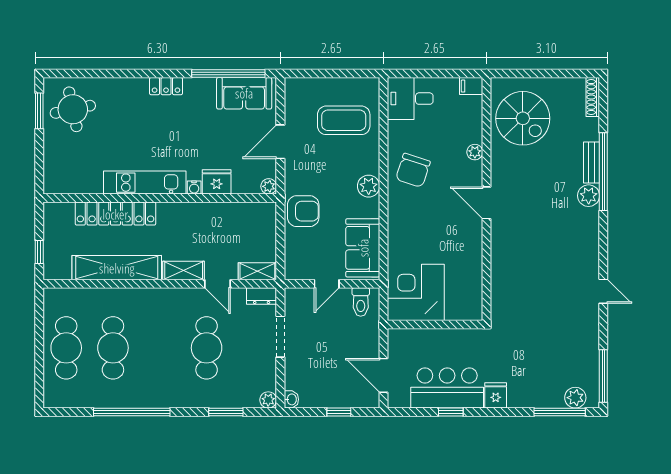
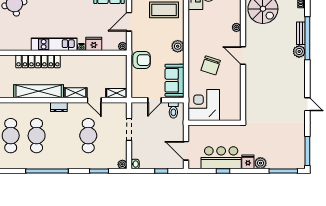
chair: (413, 170) -> (211, 65), moved
dresser: (262, 296) -> (59, 107), moved
plant: (575, 398) -> (260, 163), moved

